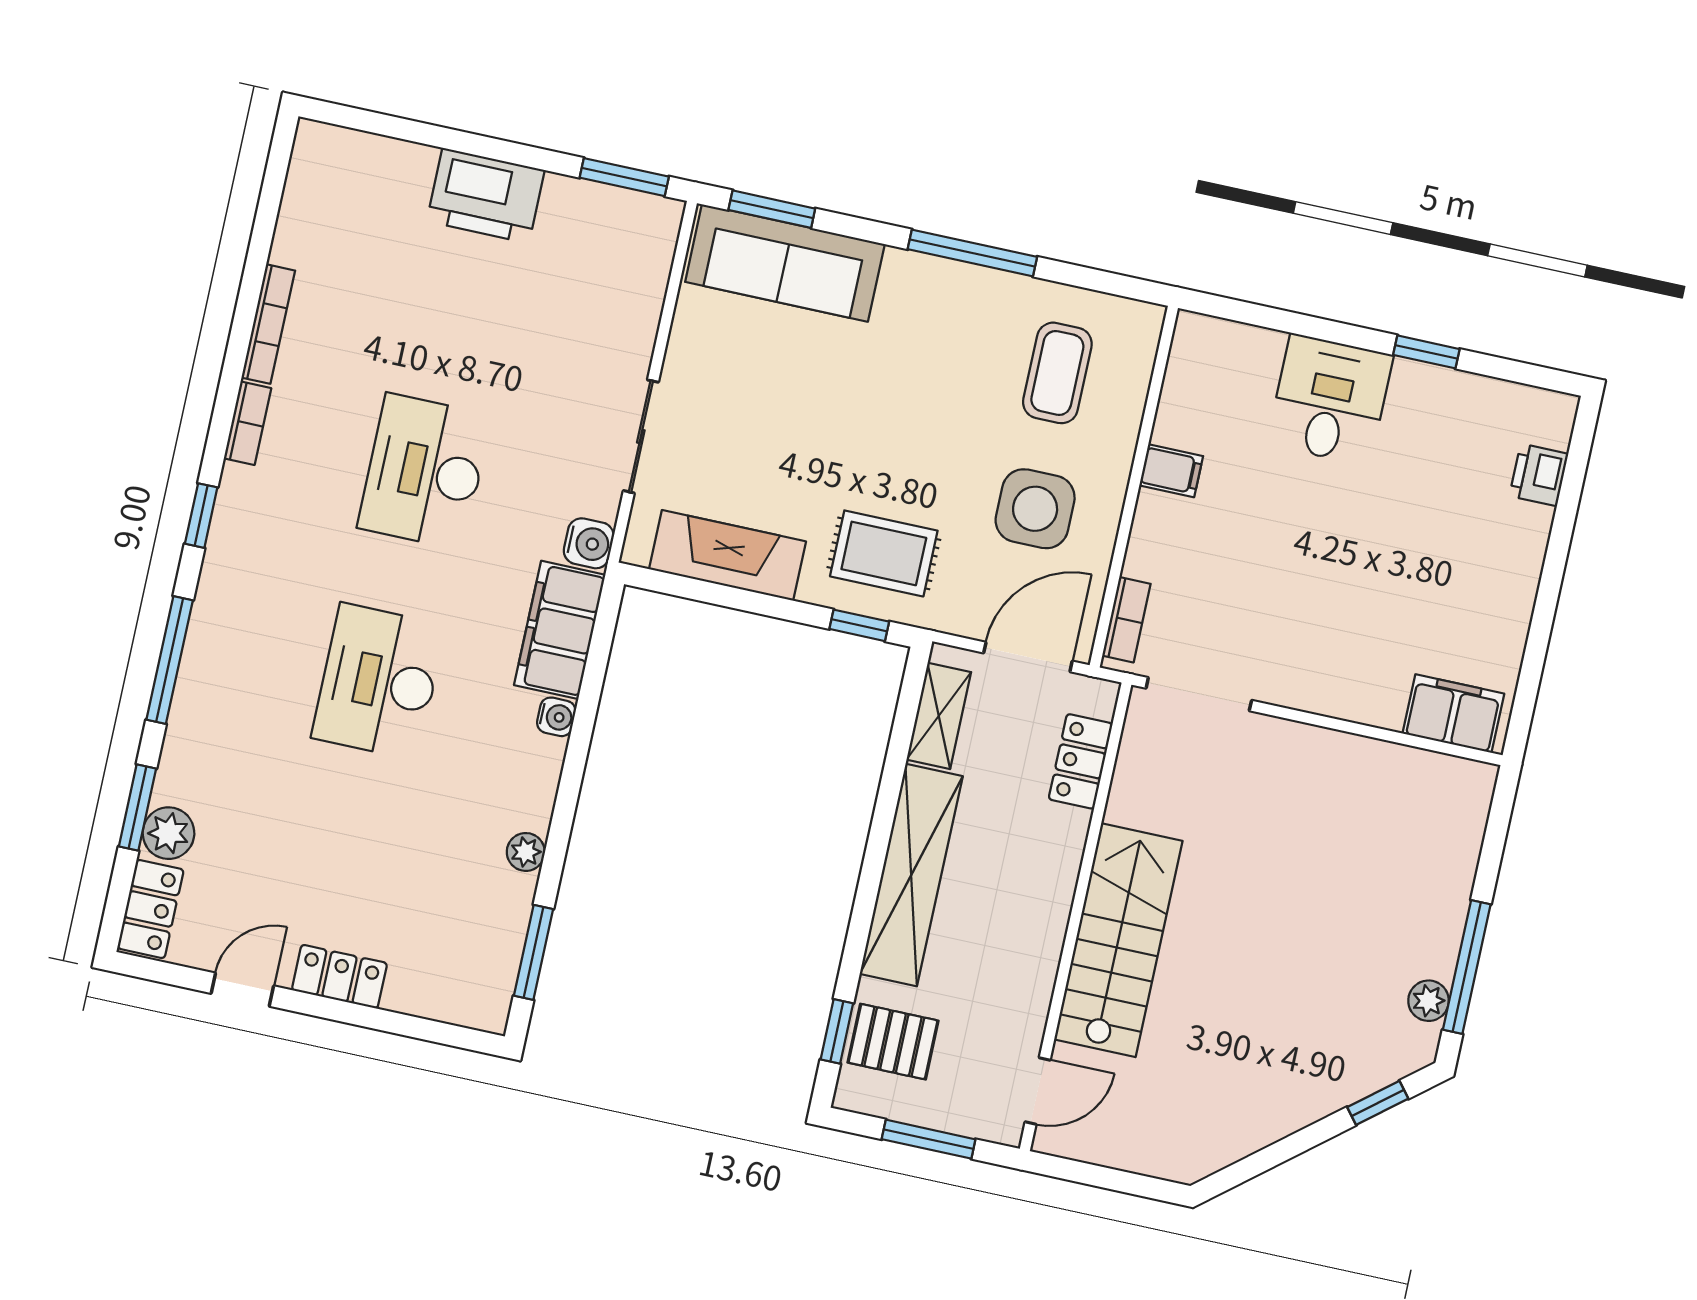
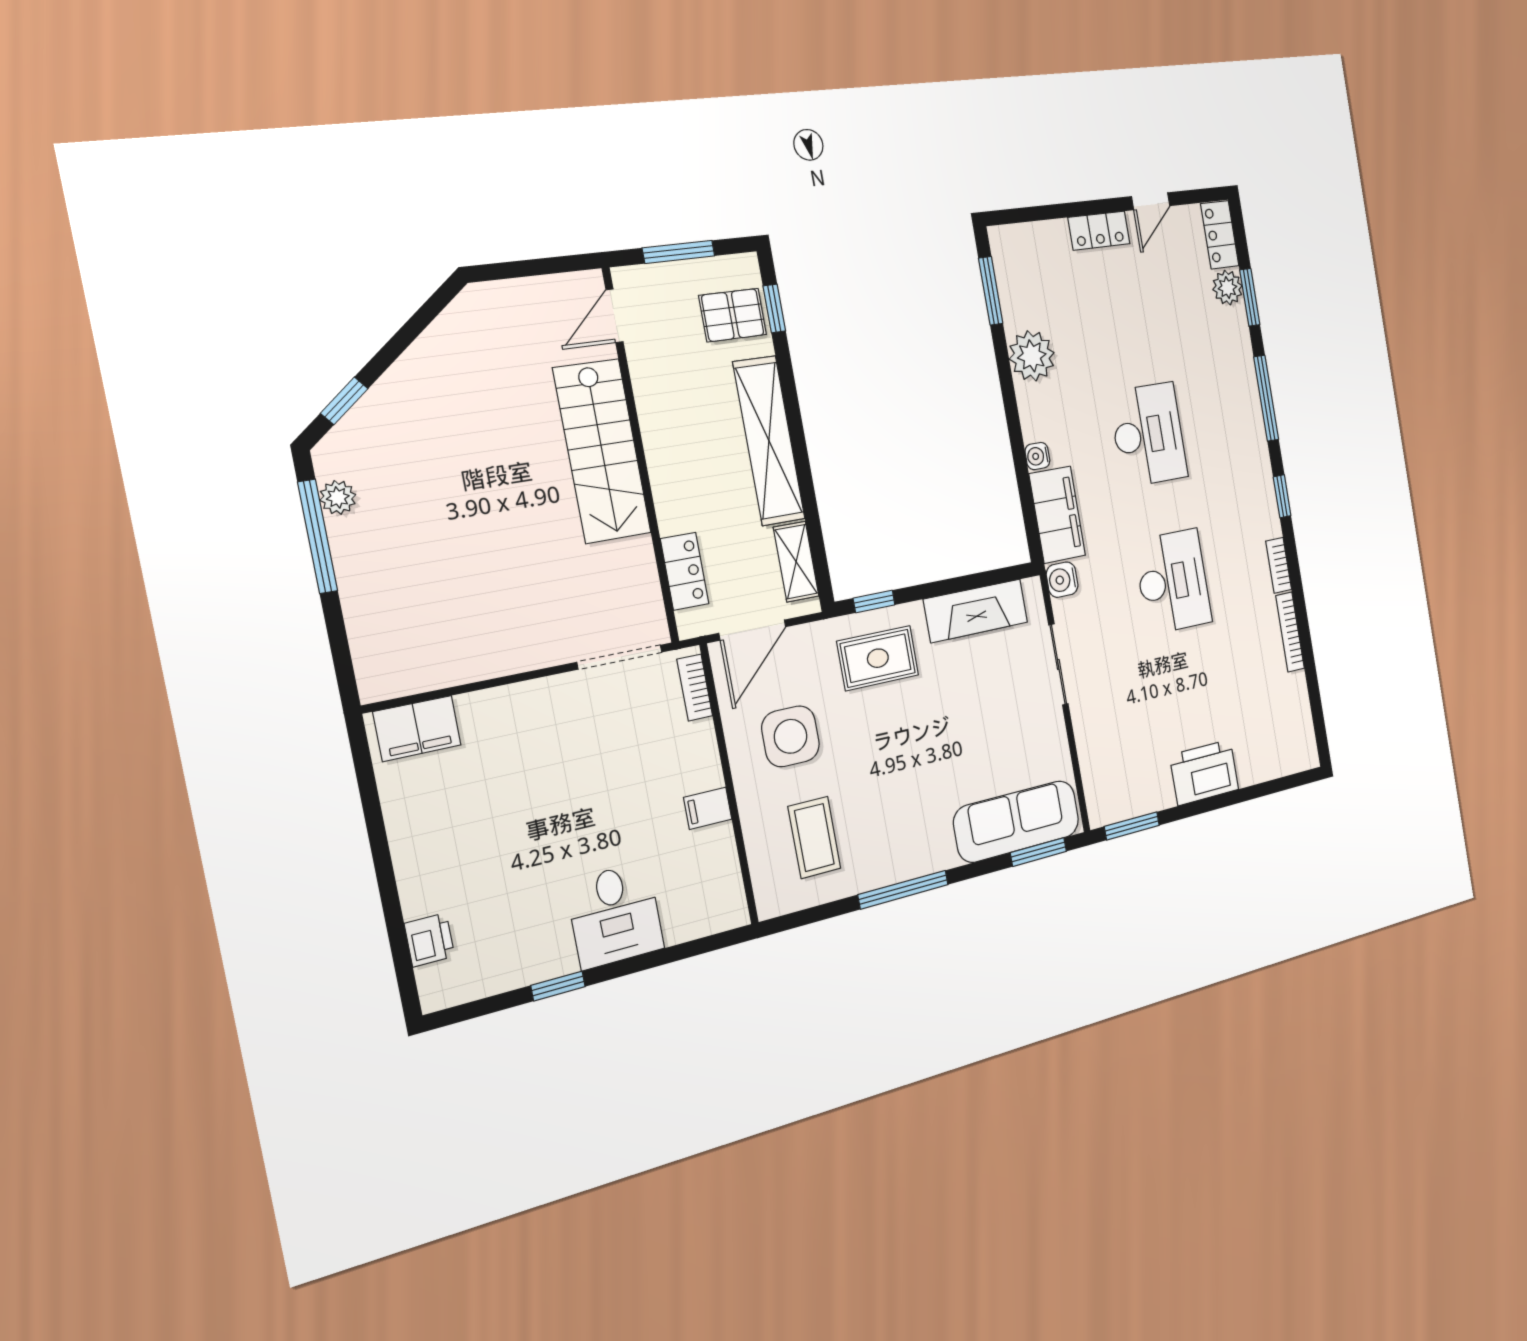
plant: (526, 852) -> (1032, 356), width x1.88, depth x1.88

